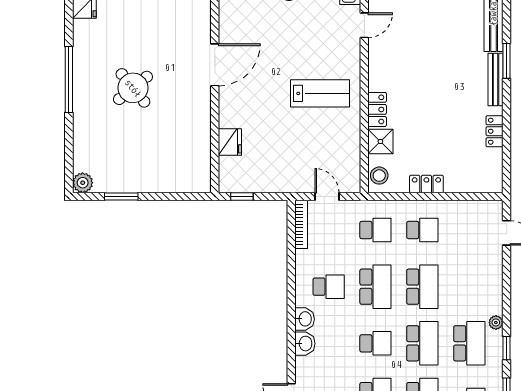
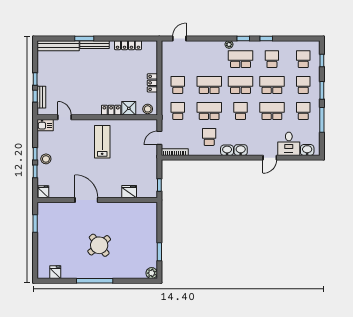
locker: (495, 131) -> (128, 45), width x1.53

